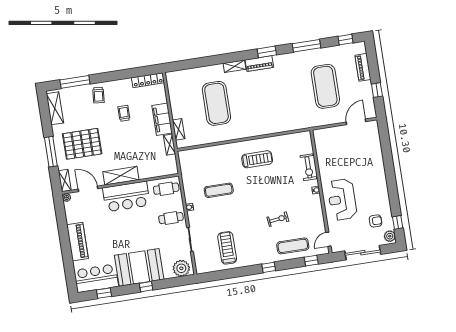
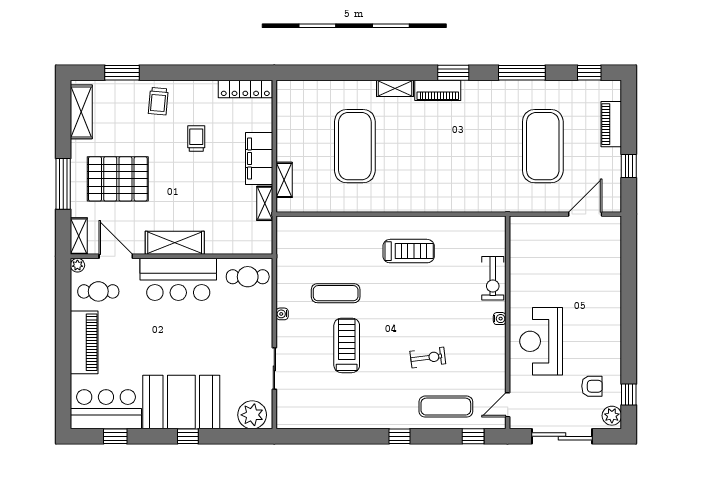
window: (75, 82) -> (122, 73), width x0.69
cafe table: (171, 218) -> (98, 291), moved
treadmill: (227, 248) -> (347, 345), moved

